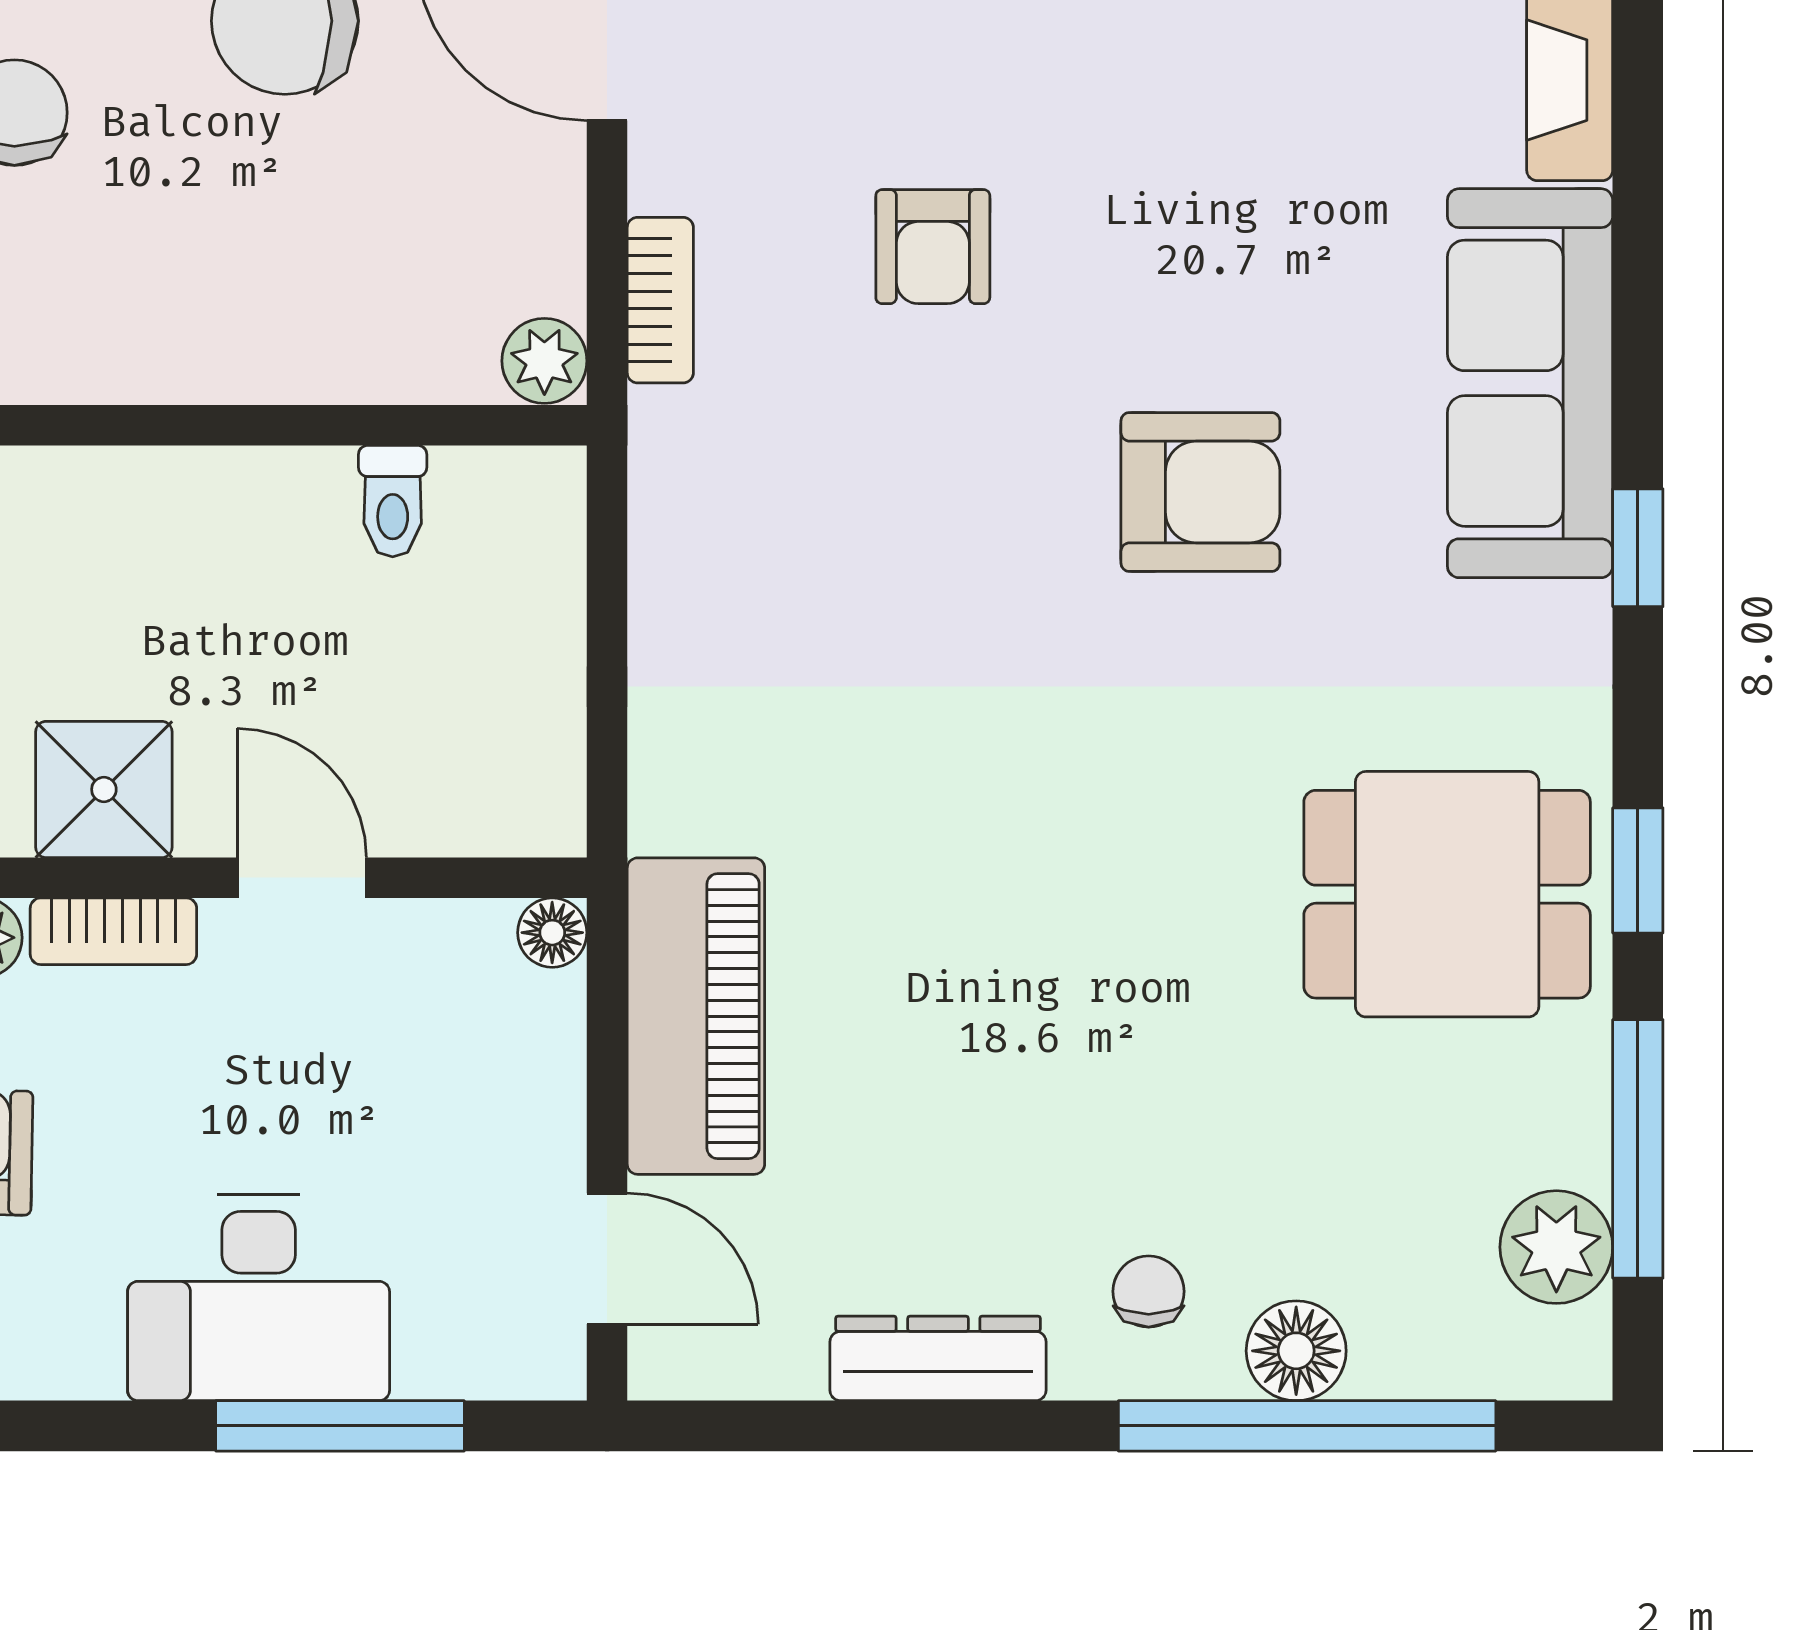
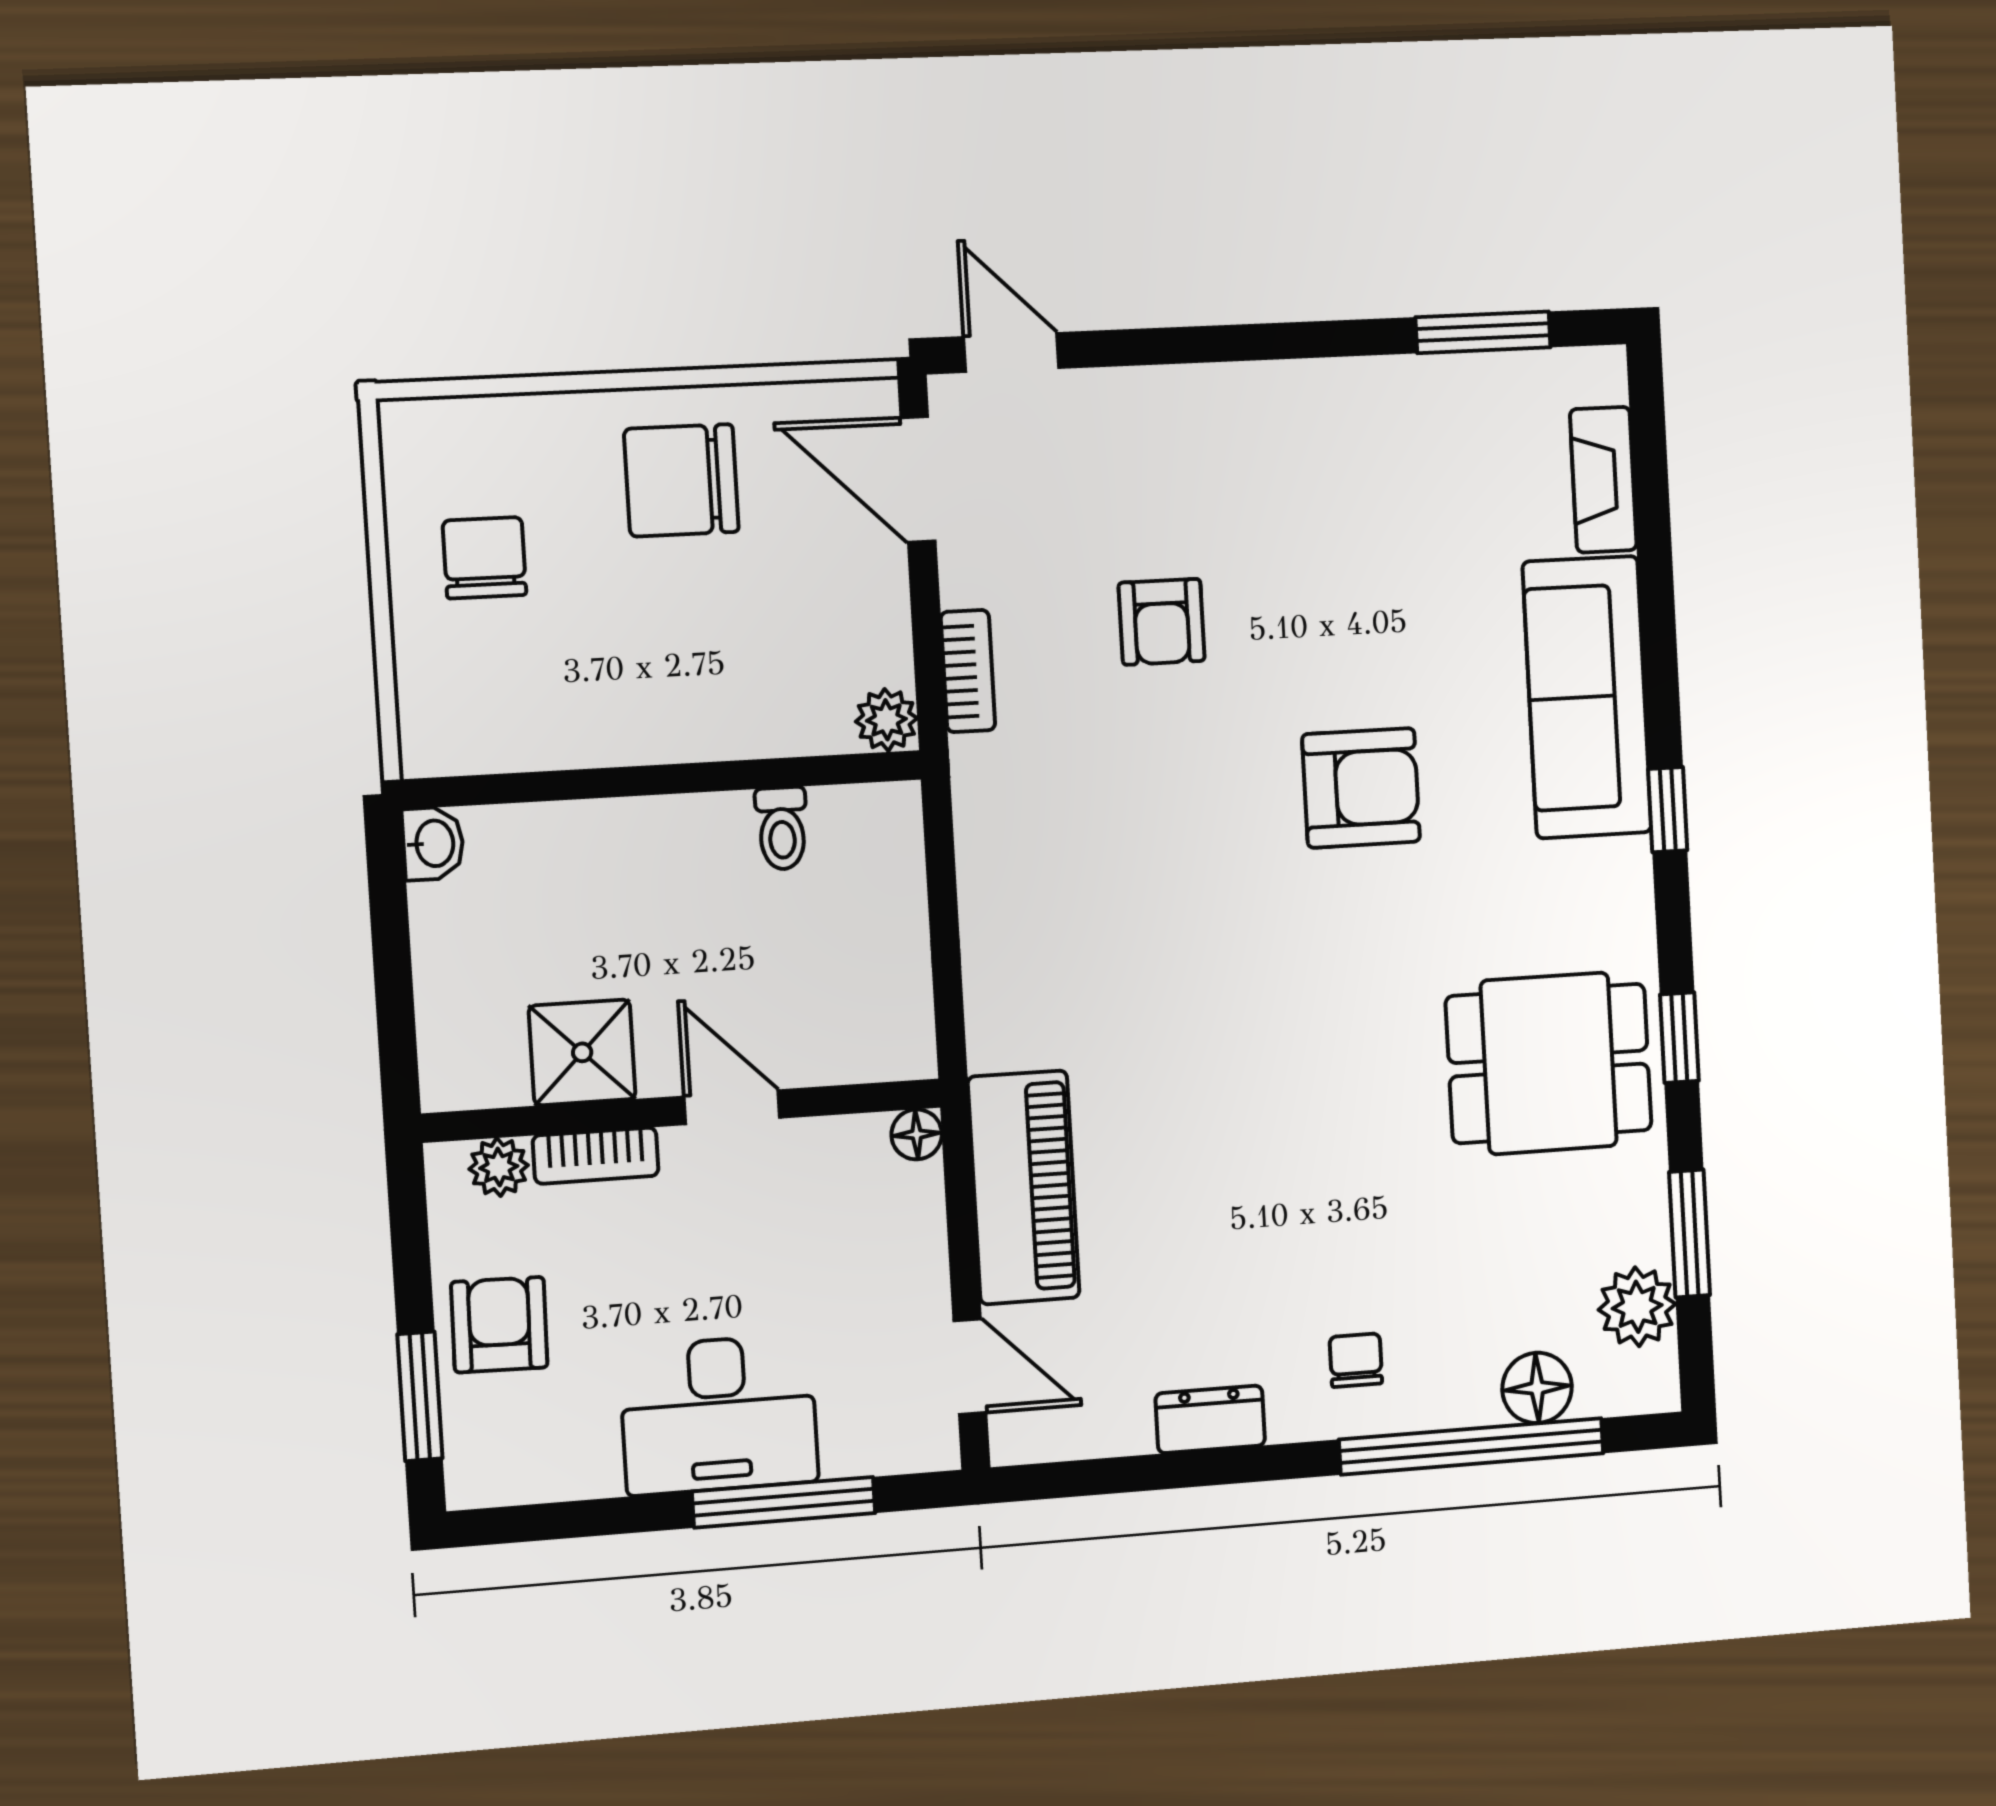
window: (1638, 1149) -> (1690, 1234), width x0.69
floor lamp: (1296, 1351) -> (1537, 1388), moved
dresser: (938, 1358) -> (1210, 1419), width x0.70

